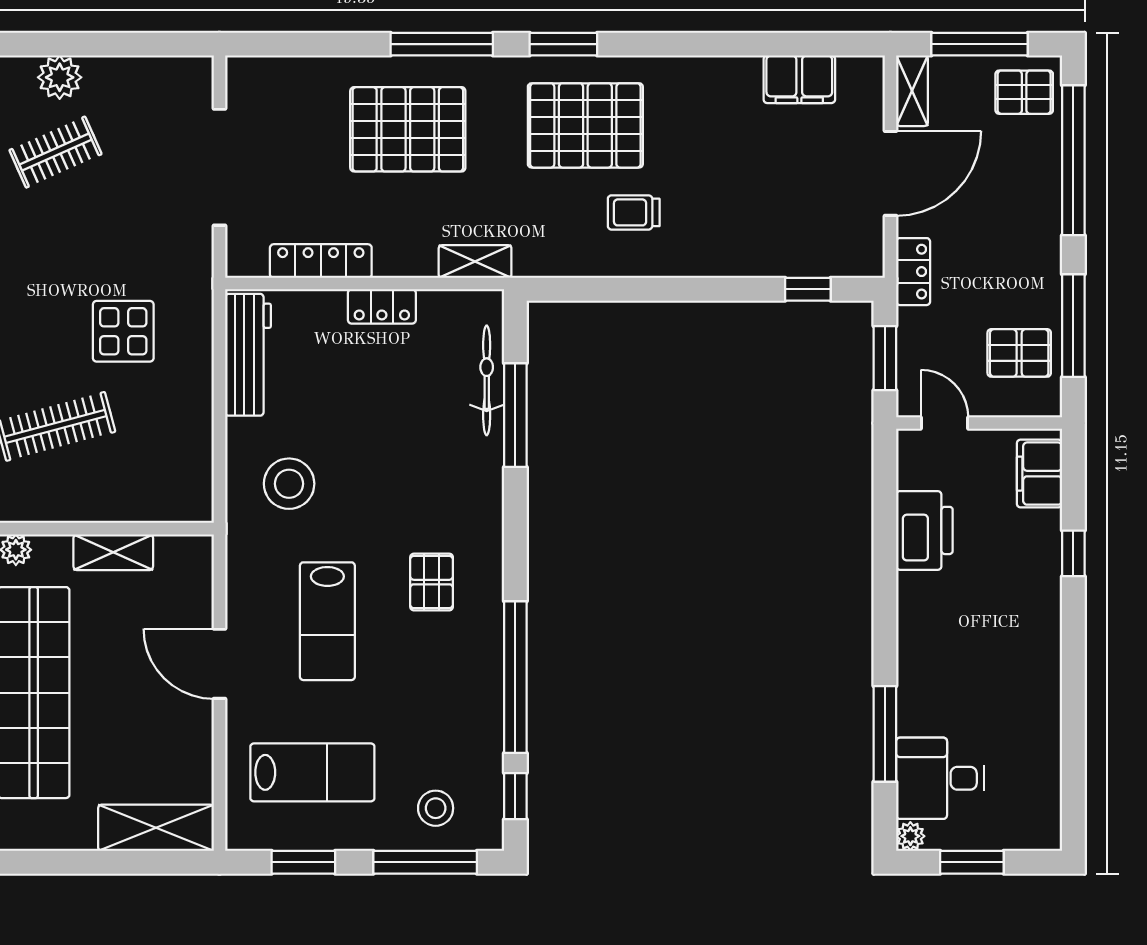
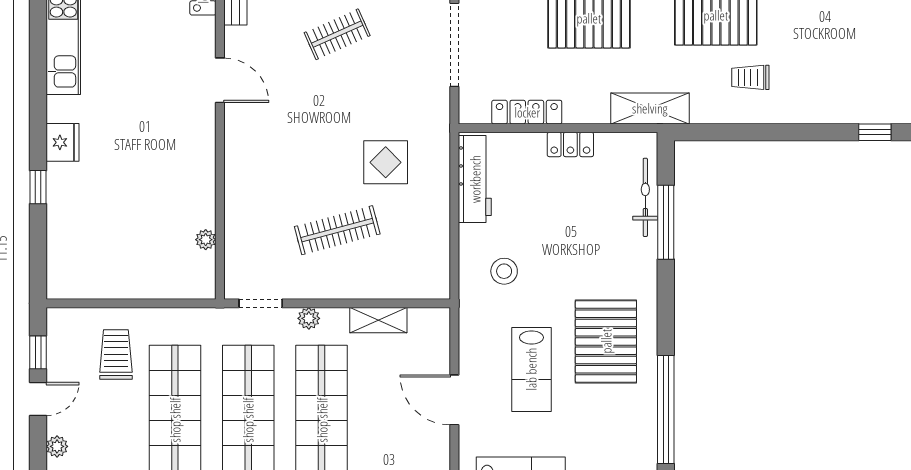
shelving: (475, 262) -> (650, 108), width x1.50, depth x1.33
stool: (289, 484) -> (504, 271), width x0.73, depth x0.73
pallet: (432, 582) -> (606, 341), width x2.05, depth x2.00

